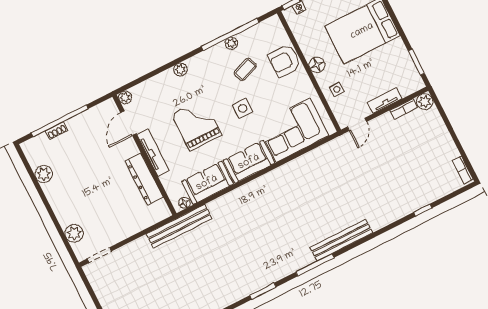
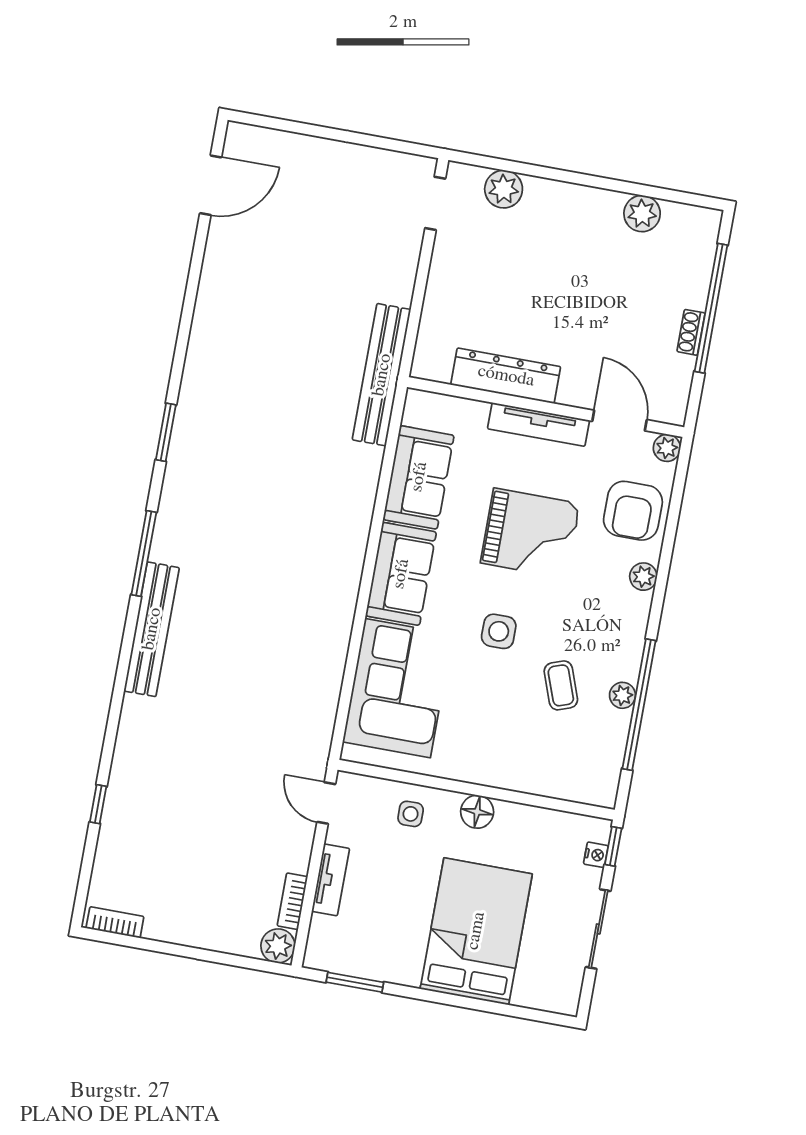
armchair: (284, 61) -> (633, 511), moved, turned 180
shoe rack: (57, 131) -> (691, 332), moved
floor lamp: (185, 203) -> (414, 413), removed

